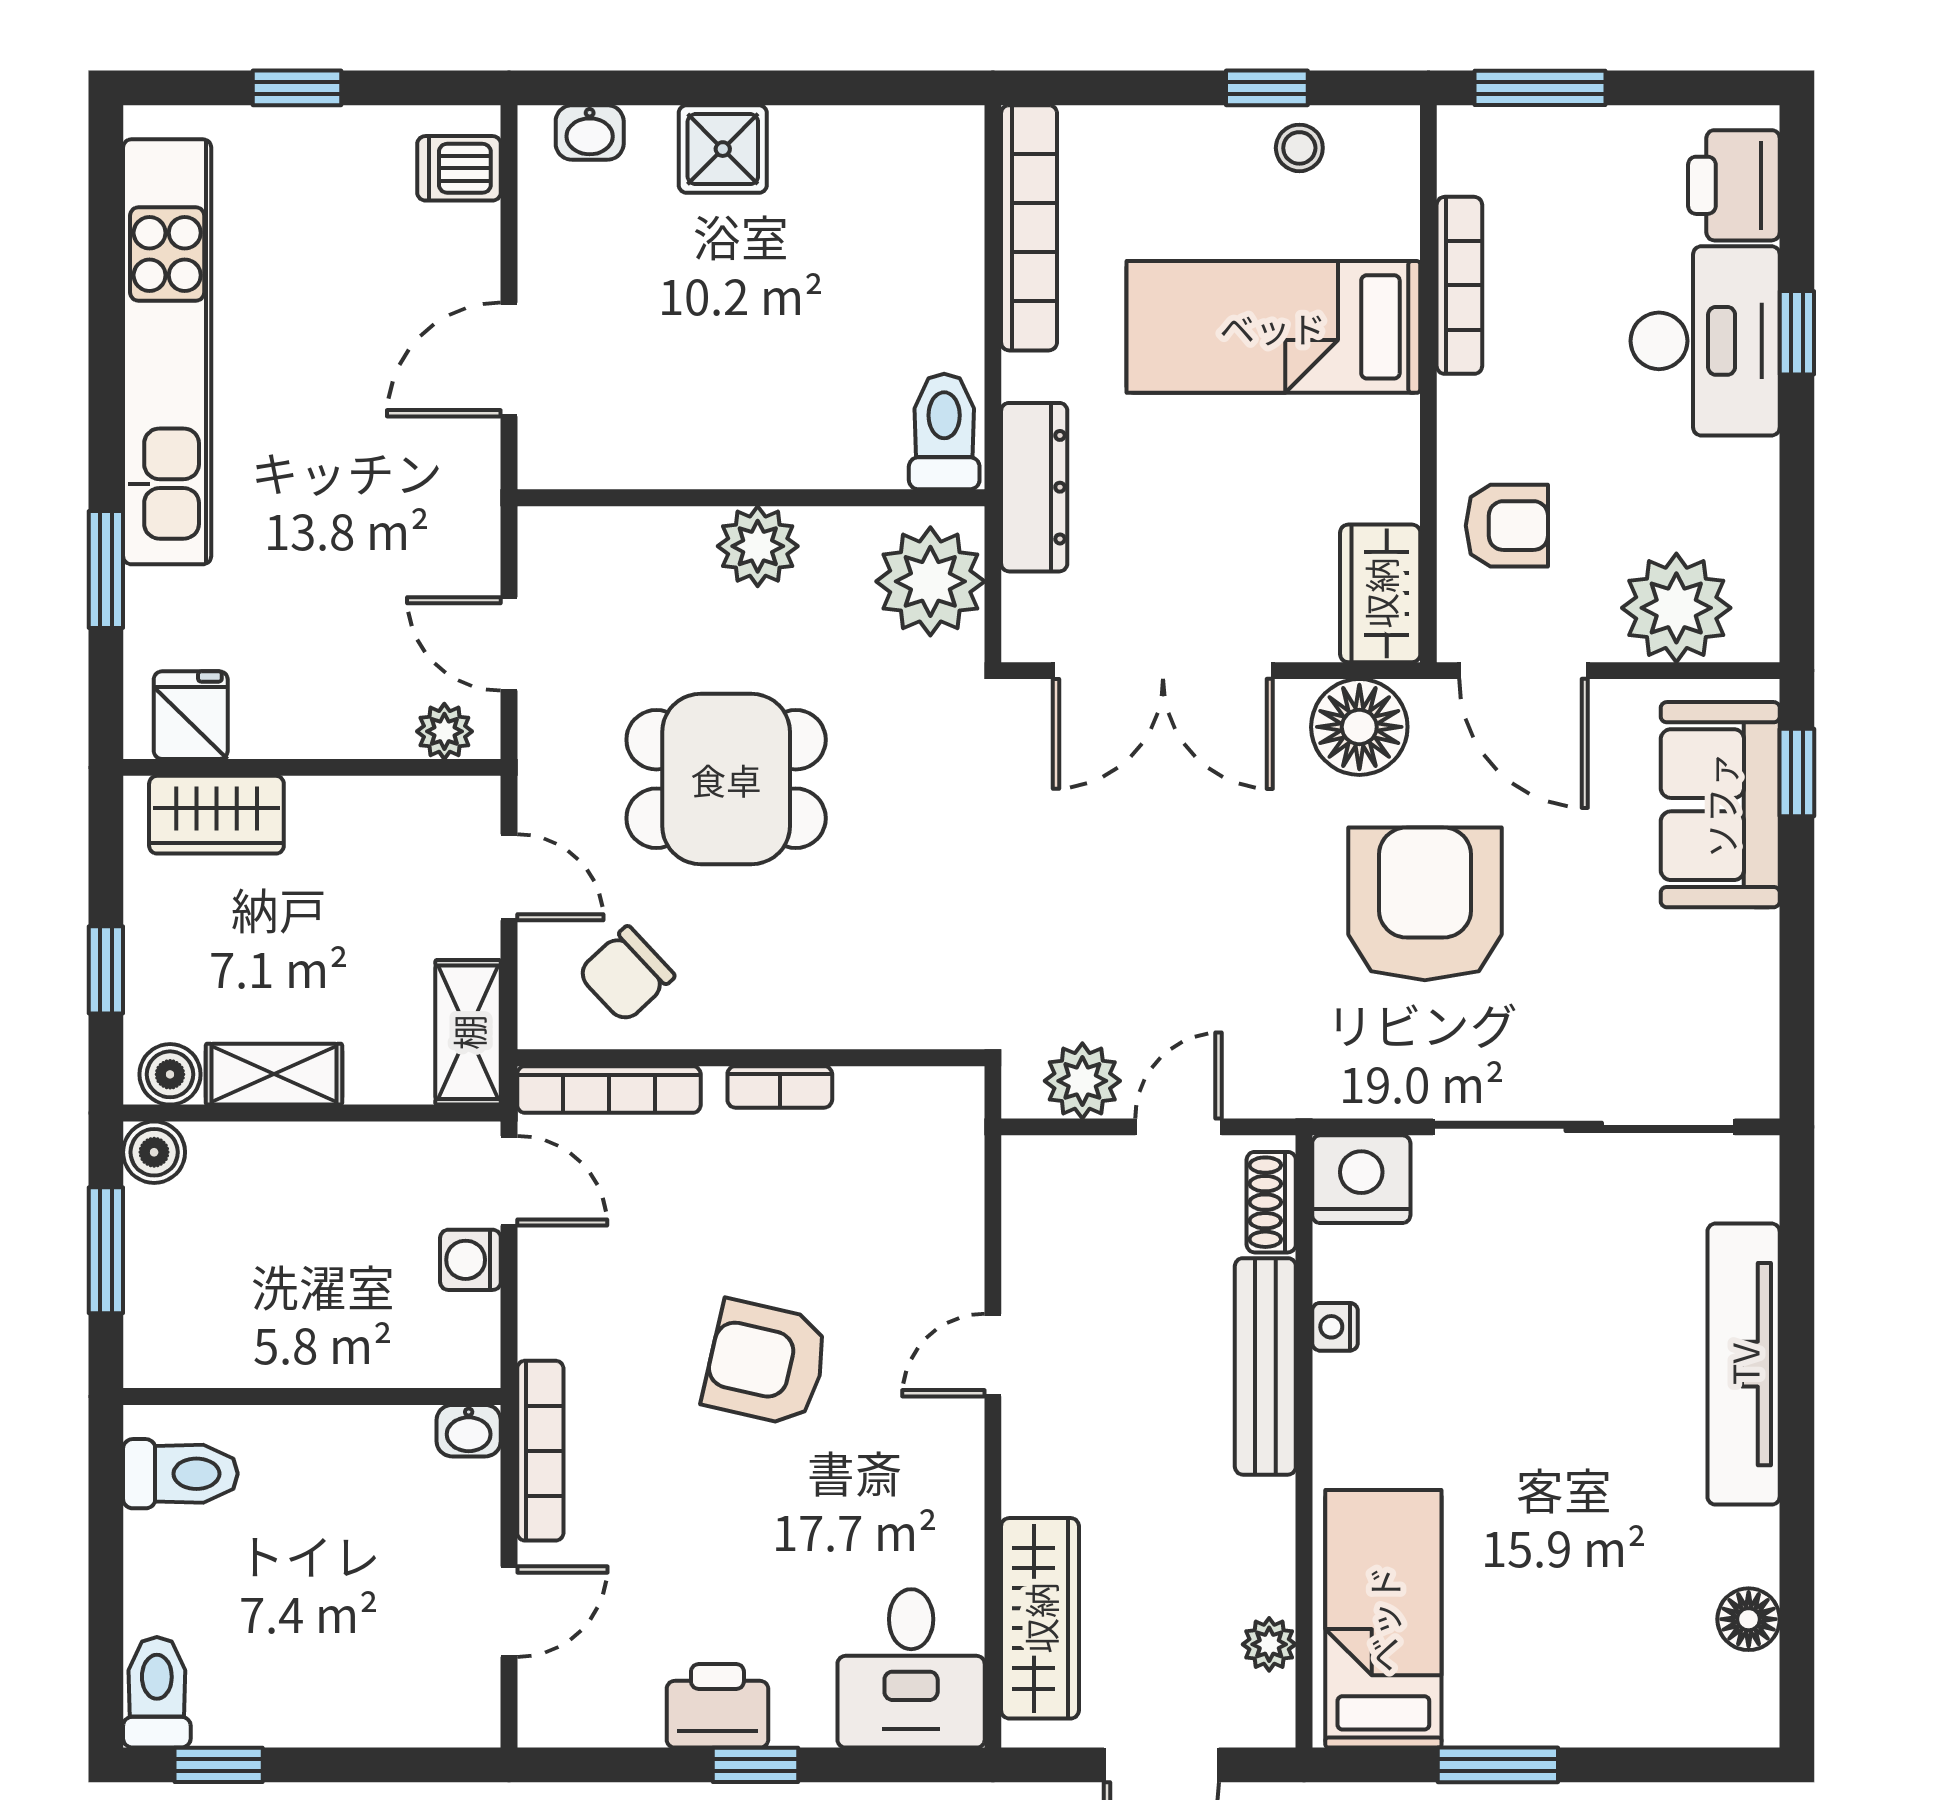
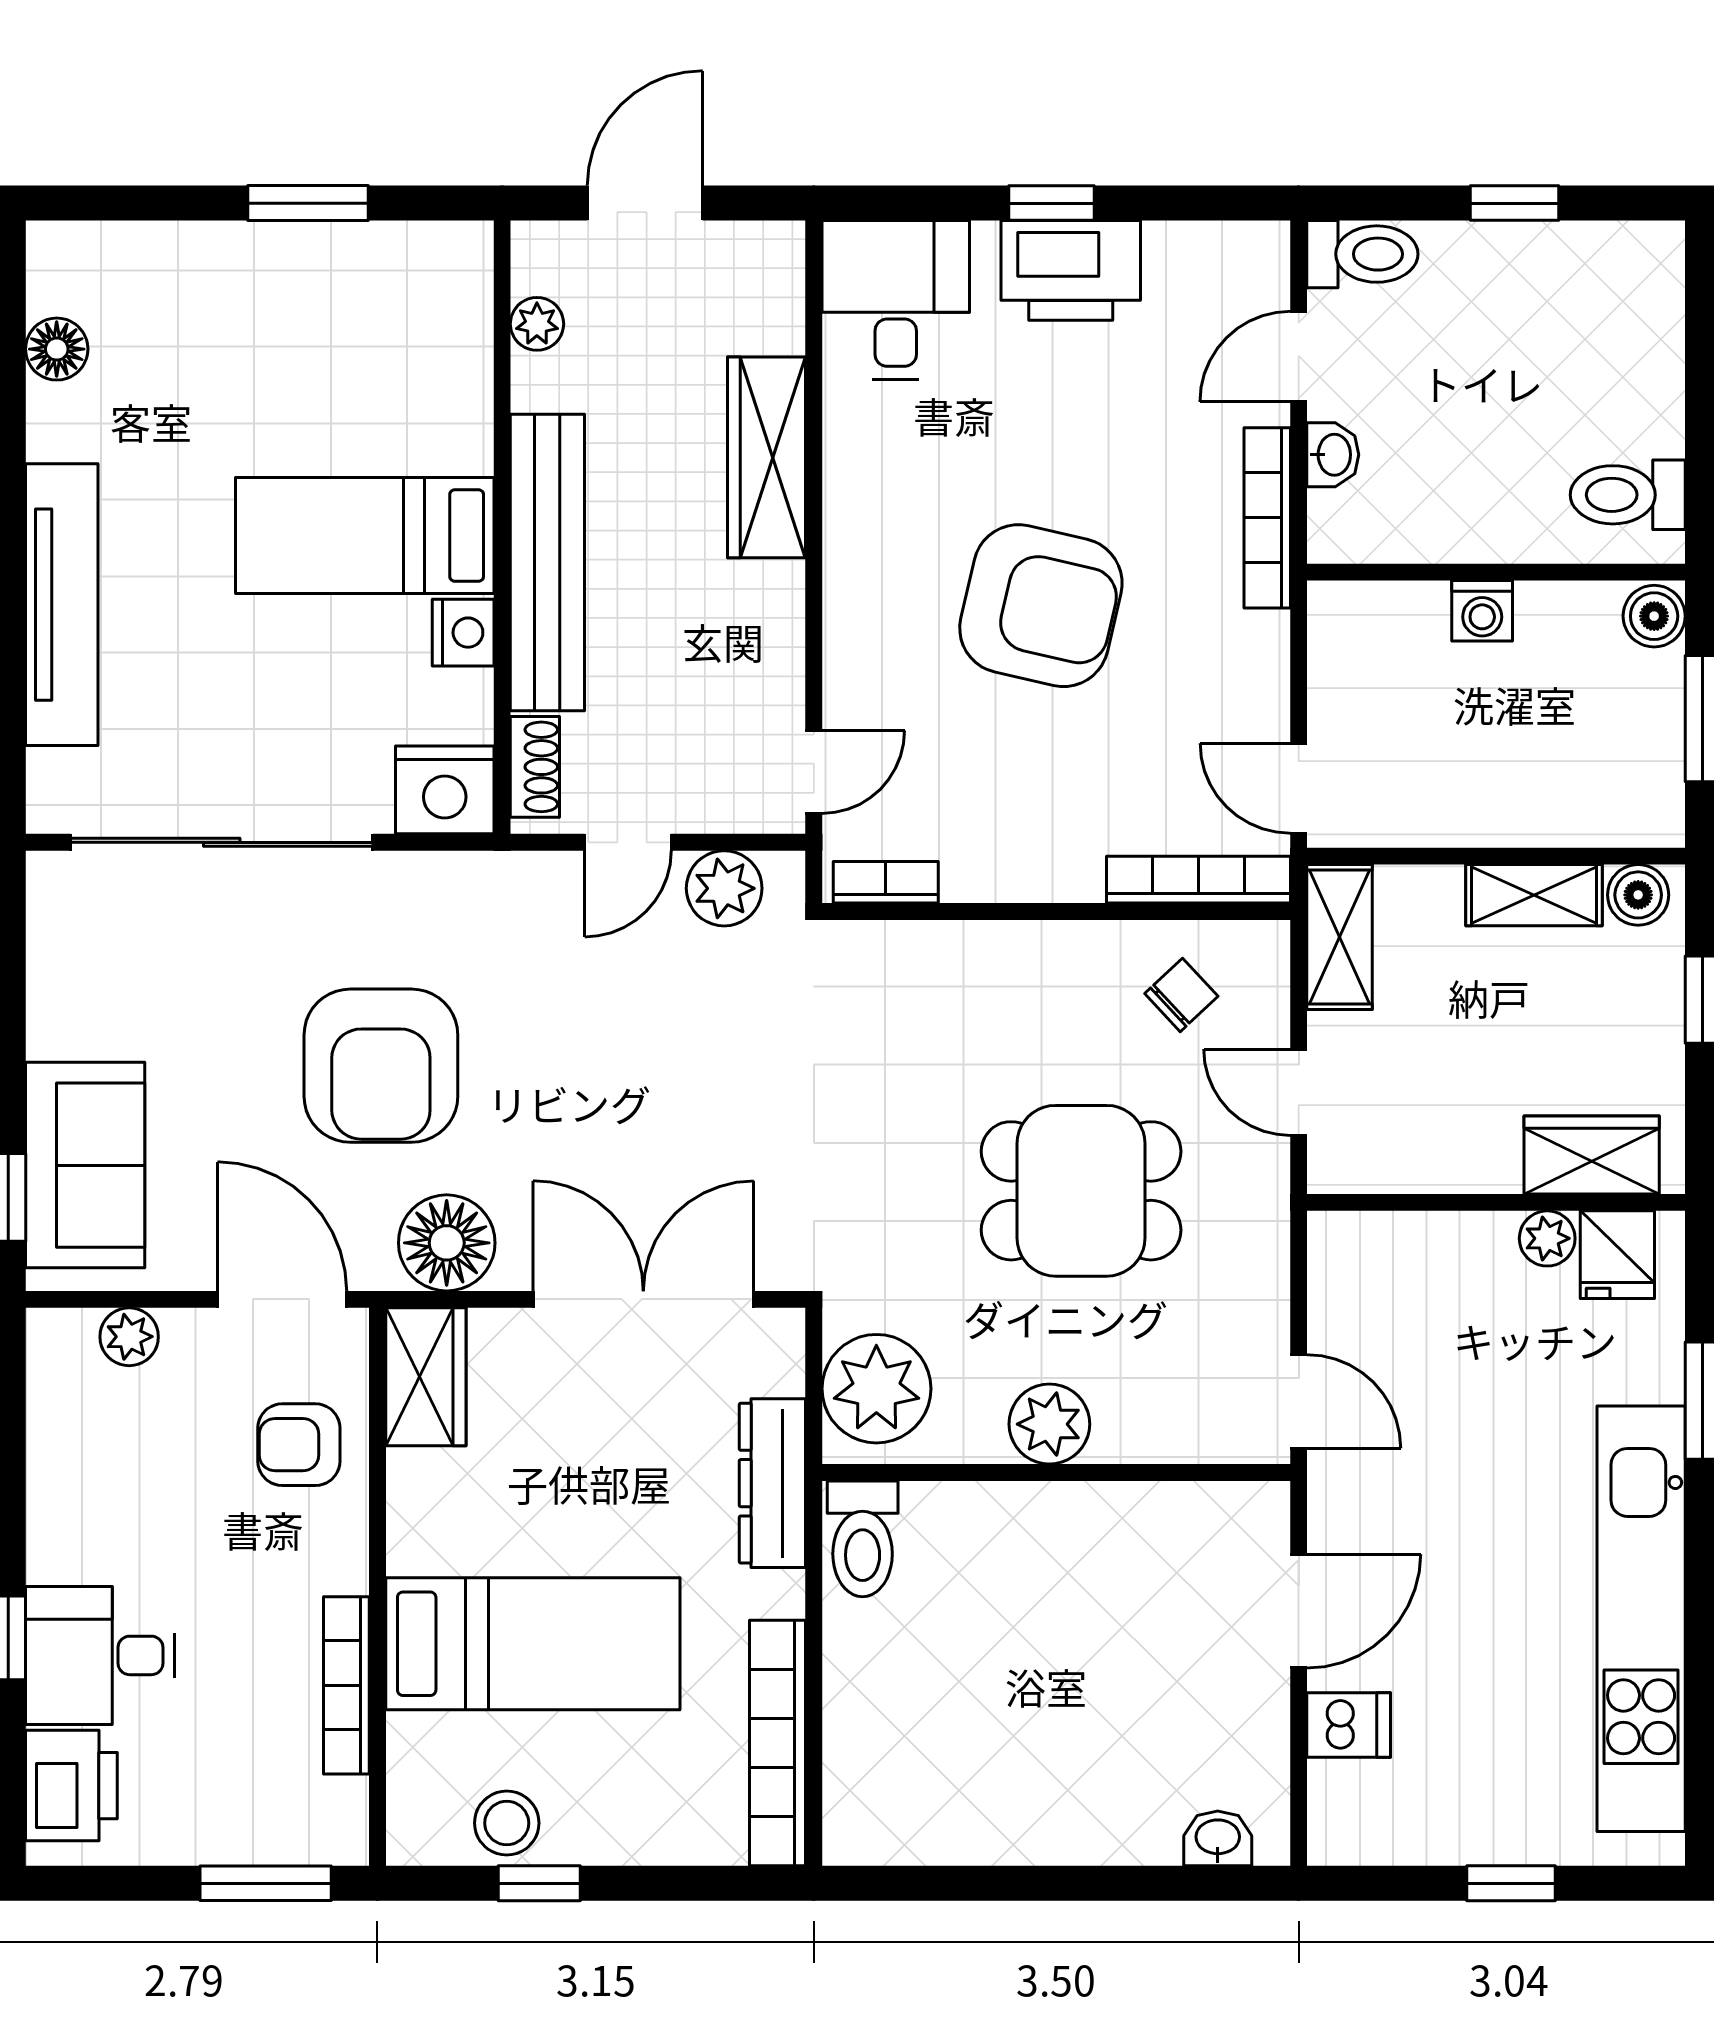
stool: (1299, 148) -> (507, 1823), width x1.37, depth x1.37
shower: (723, 149) -> (1084, 1822), removed
dishwasher: (459, 168) -> (1349, 1725), moved
desk: (1705, 341) -> (100, 1655), width x0.73
plant: (1676, 608) -> (129, 1337), width x0.53, depth x0.53
door: (509, 644) -> (1299, 1401), moved
plant: (444, 731) -> (1547, 1238), moved
chair: (626, 974) -> (1181, 995), width x0.73, depth x0.73
bookcase: (780, 1087) -> (886, 882), moved
boiler: (154, 1152) -> (1654, 616), moved
washing machine: (470, 1260) -> (1482, 611), moved, turned 90
nightstand: (1335, 1327) -> (463, 633), width x1.39, depth x1.35
door: (993, 1355) -> (814, 772), moved
armchair: (766, 1363) -> (1041, 606), width x1.36, depth x1.36
bench: (1265, 1366) -> (547, 562), width x1.37, depth x1.21
washbasin: (469, 1431) -> (1333, 455), moved, turned 90
wardrobe: (1040, 1618) -> (767, 457), moved
bed: (1383, 1619) -> (365, 535), moved, turned 90
toilet: (157, 1692) -> (1362, 254), moved, turned -90
printer: (717, 1706) -> (1071, 270), width x1.37, depth x1.19
window: (219, 1765) -> (1515, 203), moved

